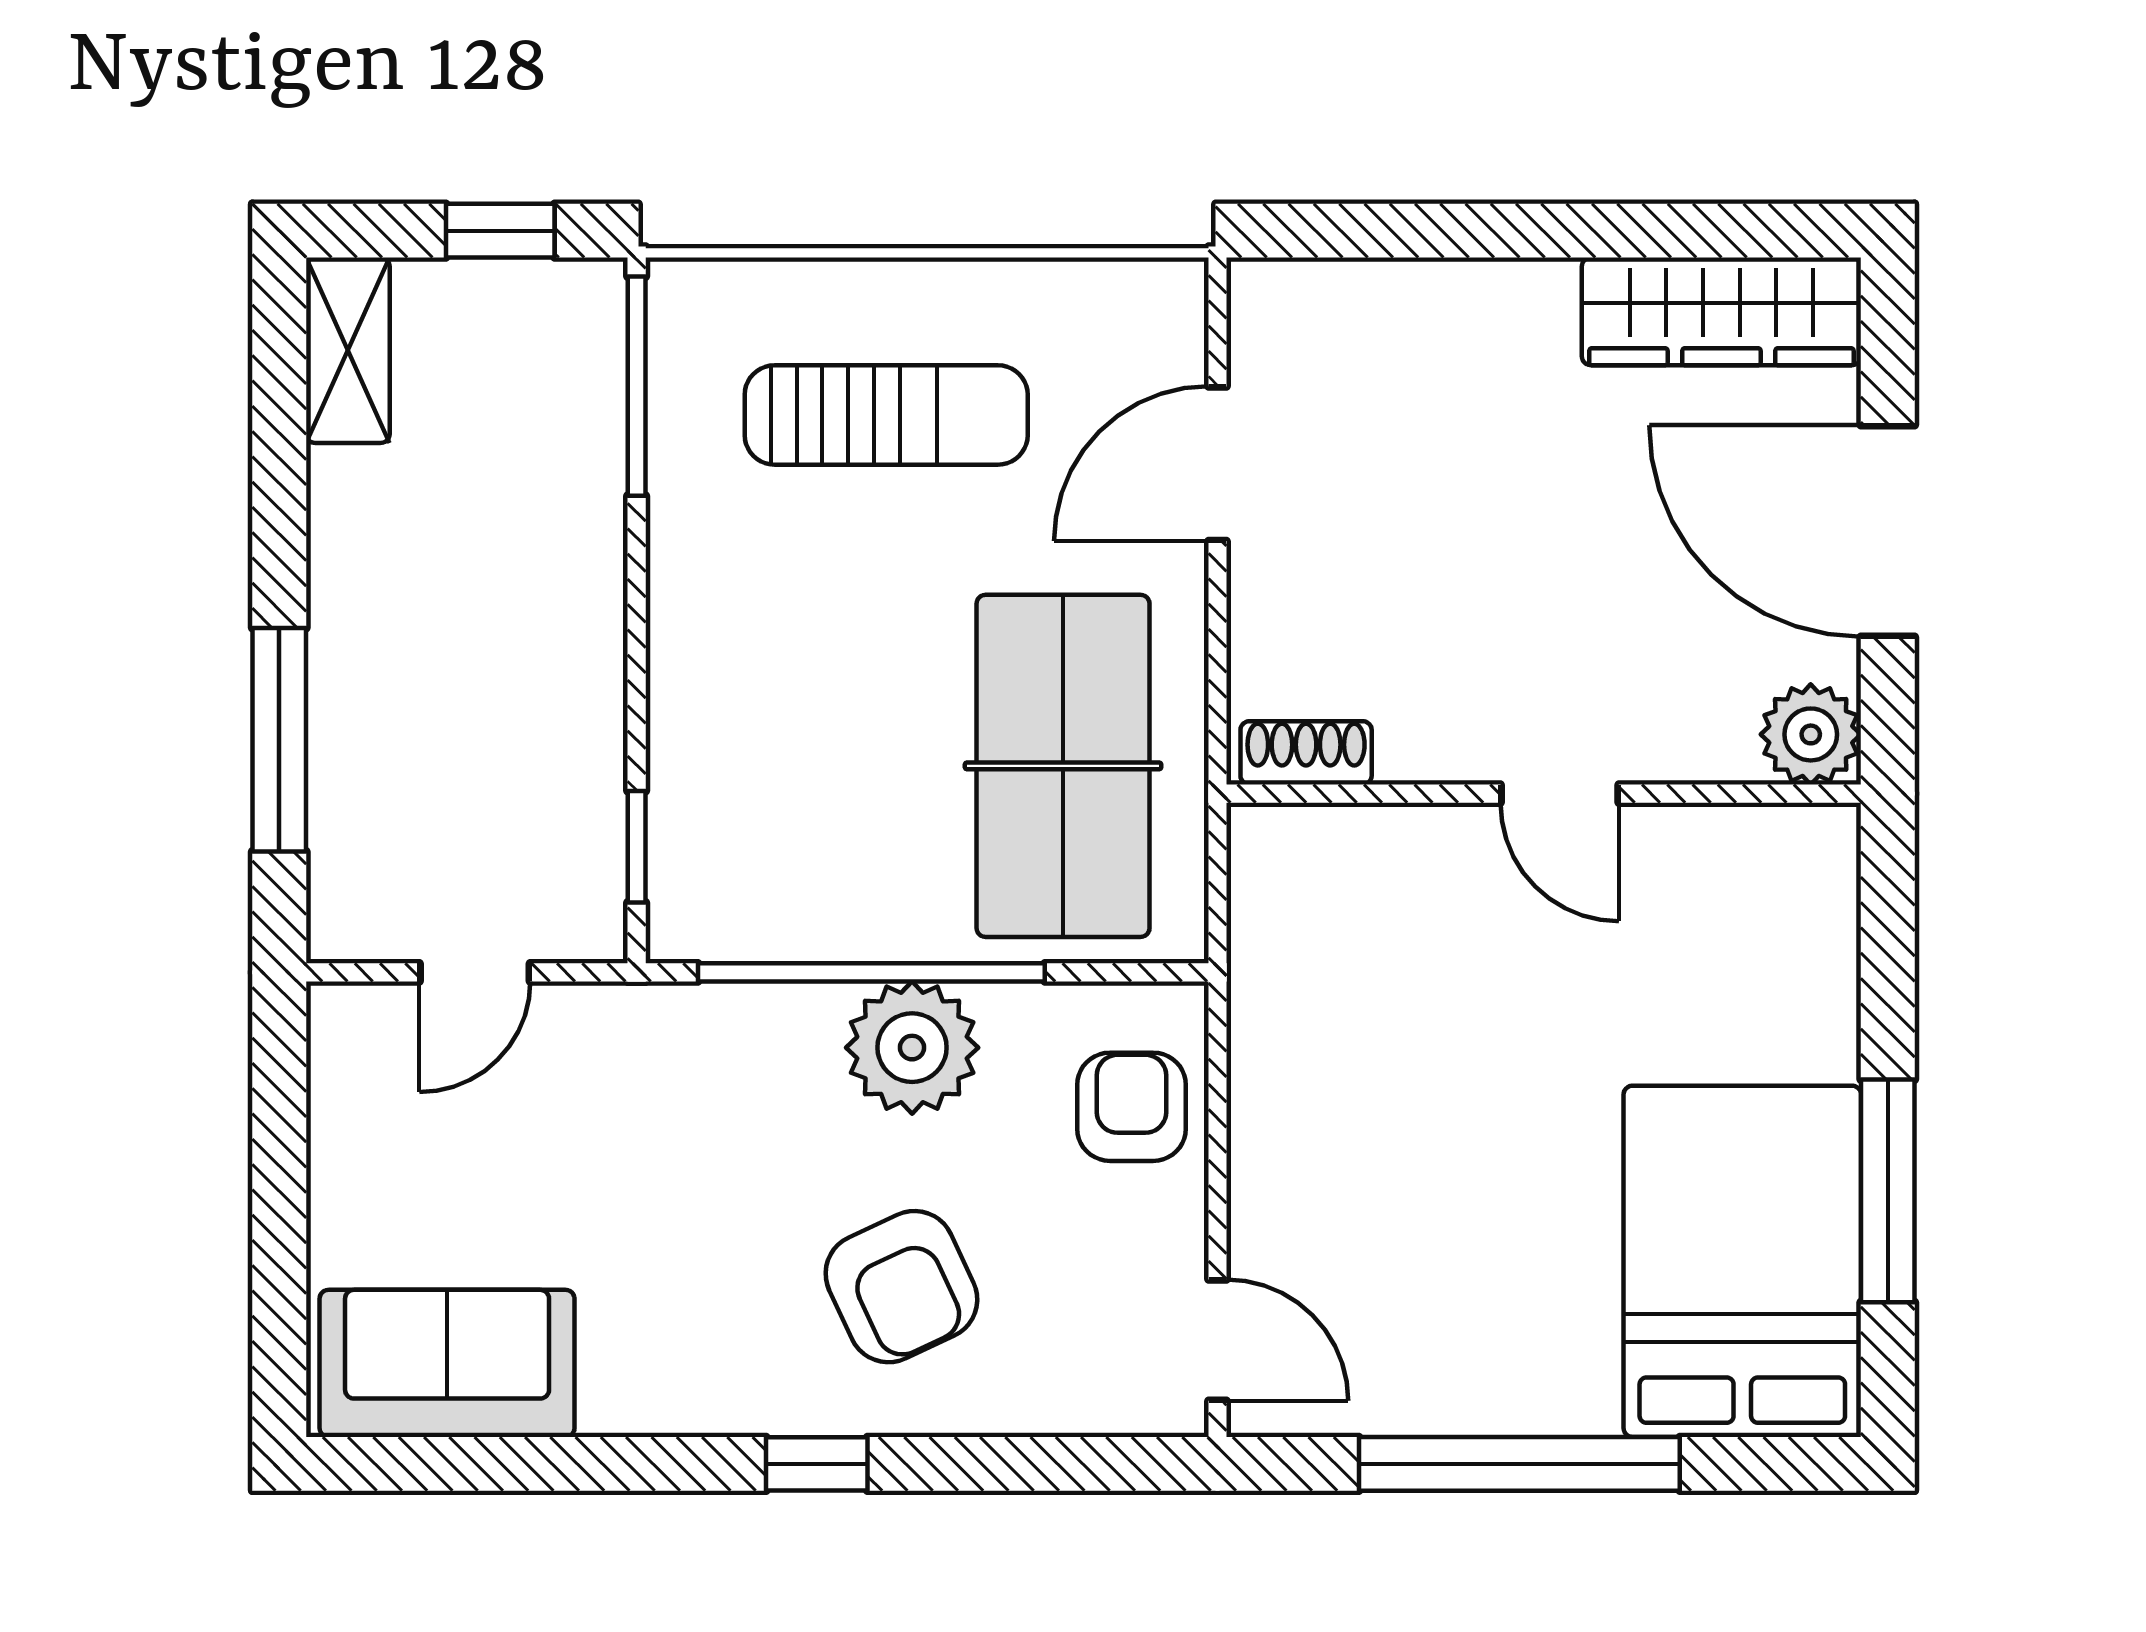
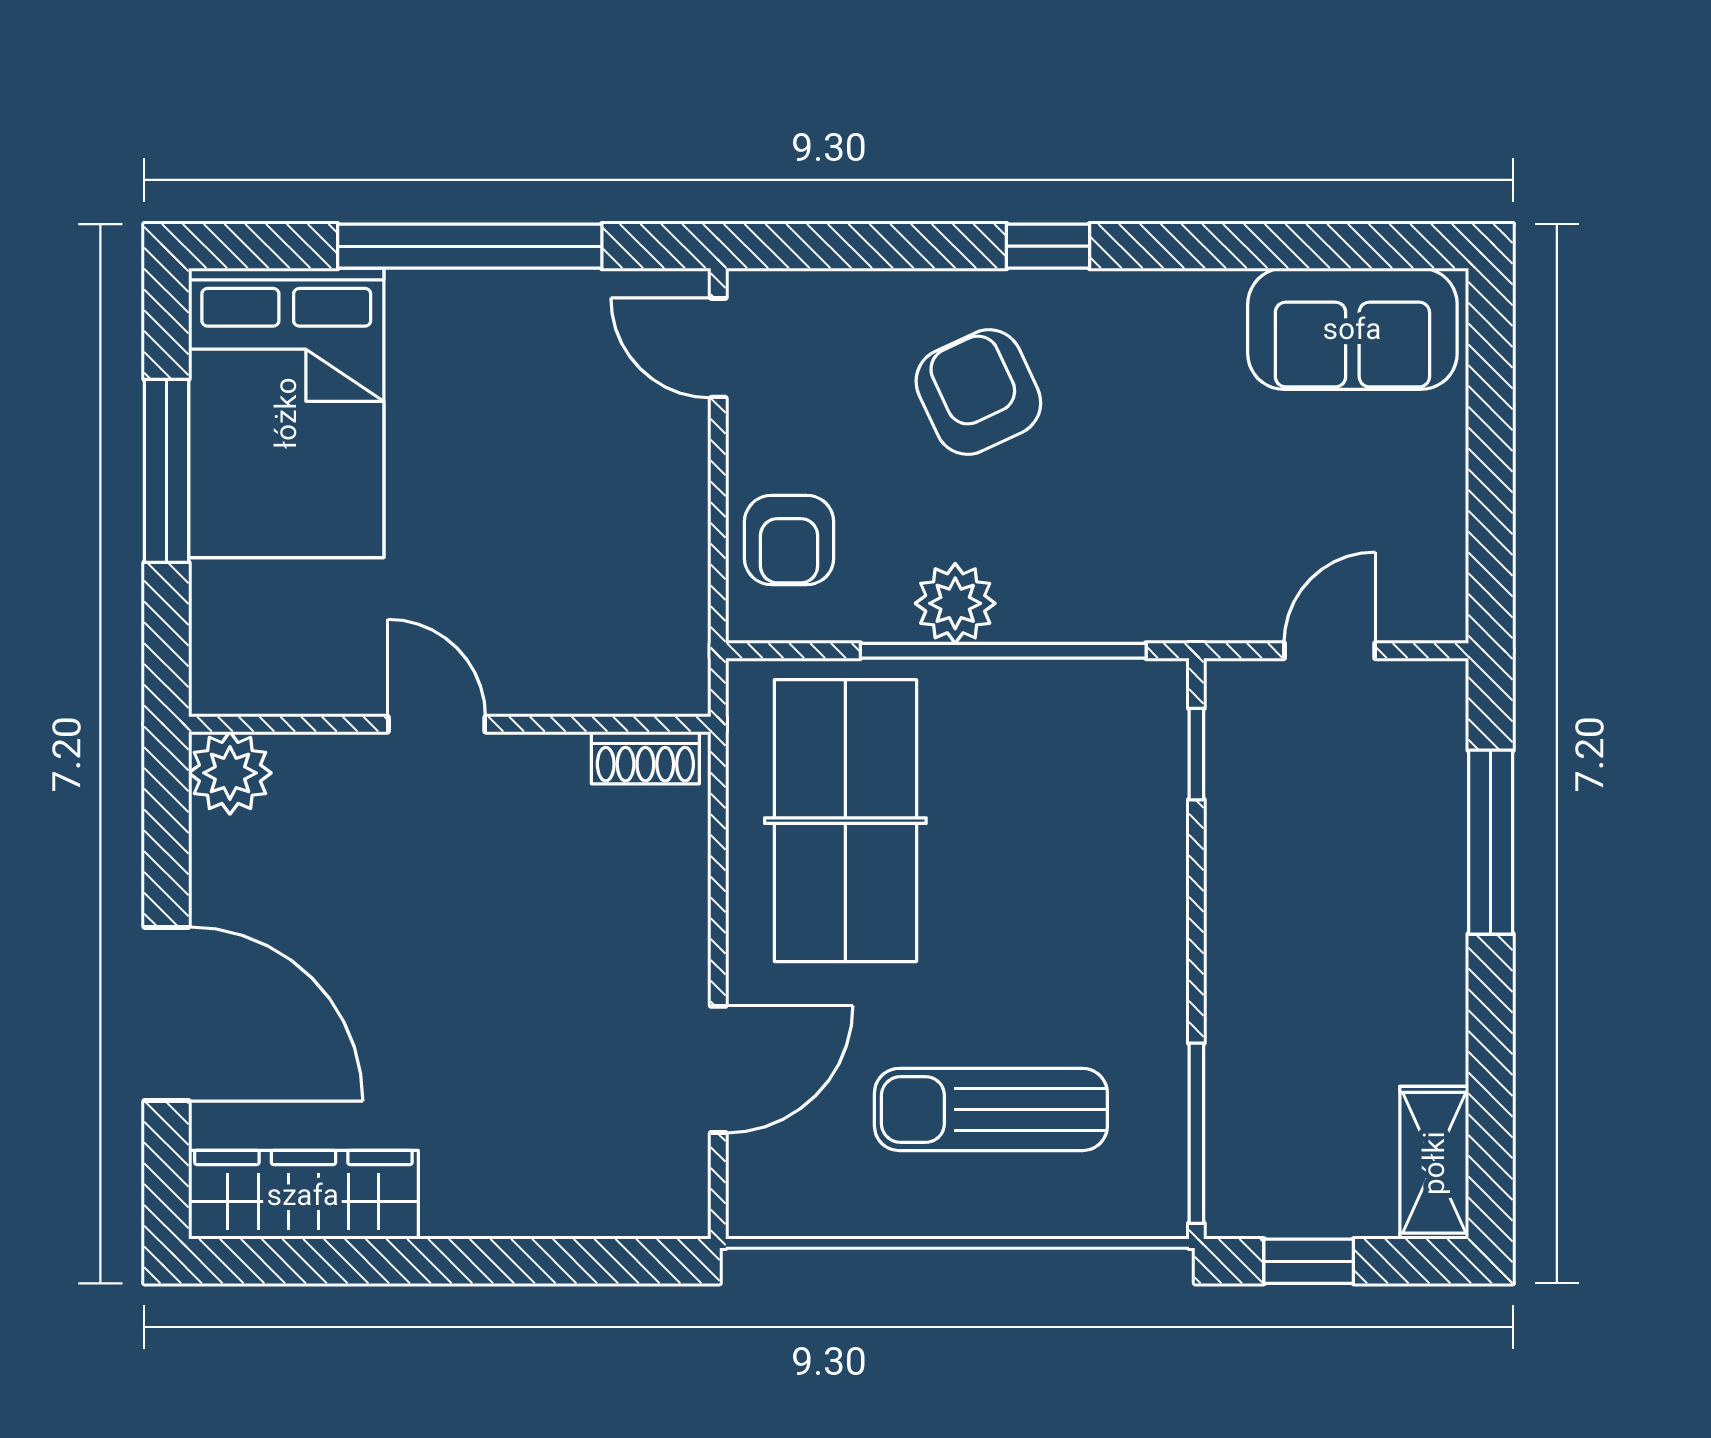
plant: (1811, 734) -> (230, 773), moved
shoe rack: (1306, 753) -> (645, 758), moved
wall: (1544, 794) -> (450, 724), moved
door: (1560, 794) -> (437, 724), moved
plant: (912, 1048) -> (955, 603), width x0.73, depth x0.73

